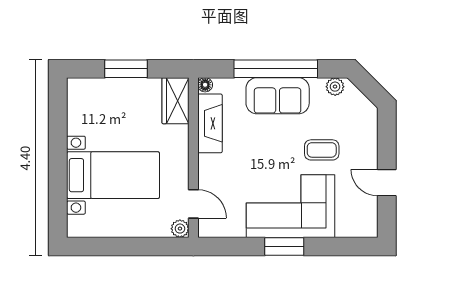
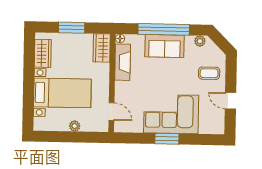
wardrobe: (80, 111) -> (43, 53), added
coffee table: (322, 150) -> (209, 73), moved
plant: (180, 229) -> (75, 126), moved

